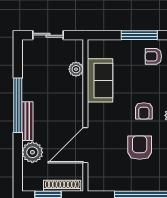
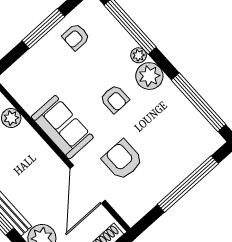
sofa: (100, 80) -> (62, 127), moved
armchair: (140, 148) -> (122, 160), moved

